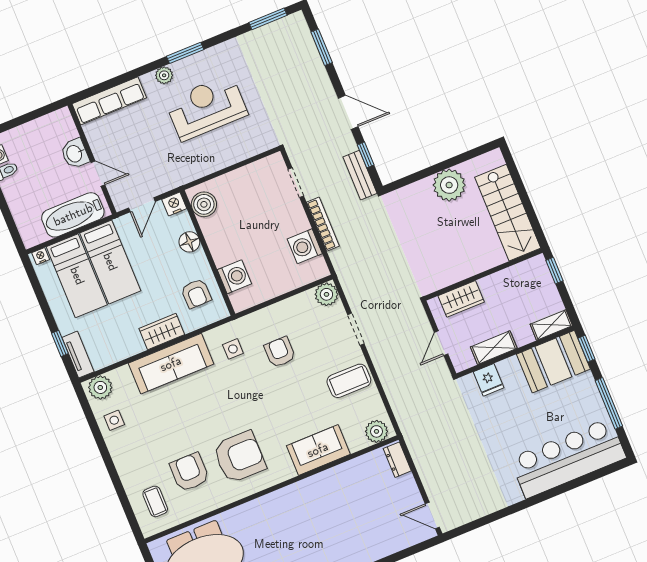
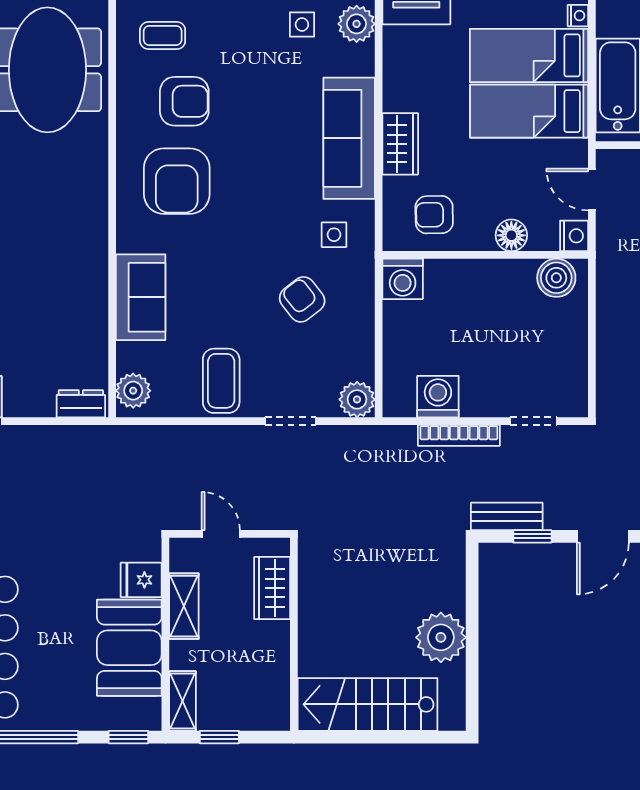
window: (554, 271) -> (219, 737), moved
washing machine: (234, 277) -> (403, 279), moved
armchair: (280, 352) -> (302, 299), turned -128
booth: (553, 362) -> (129, 648), moved

